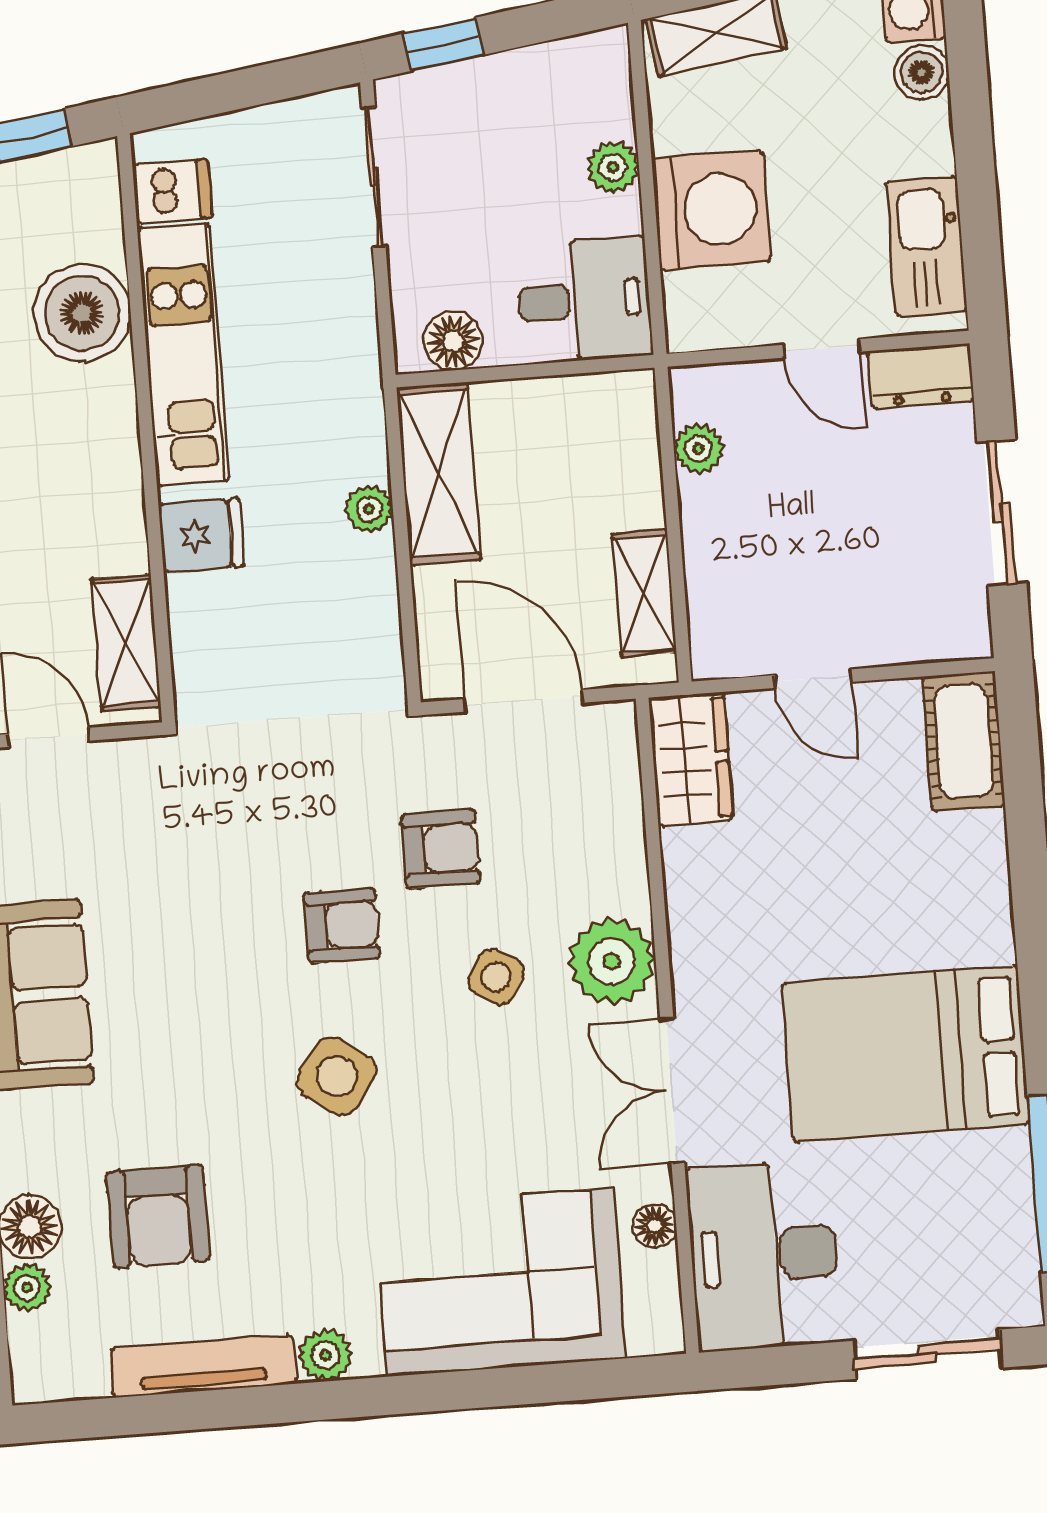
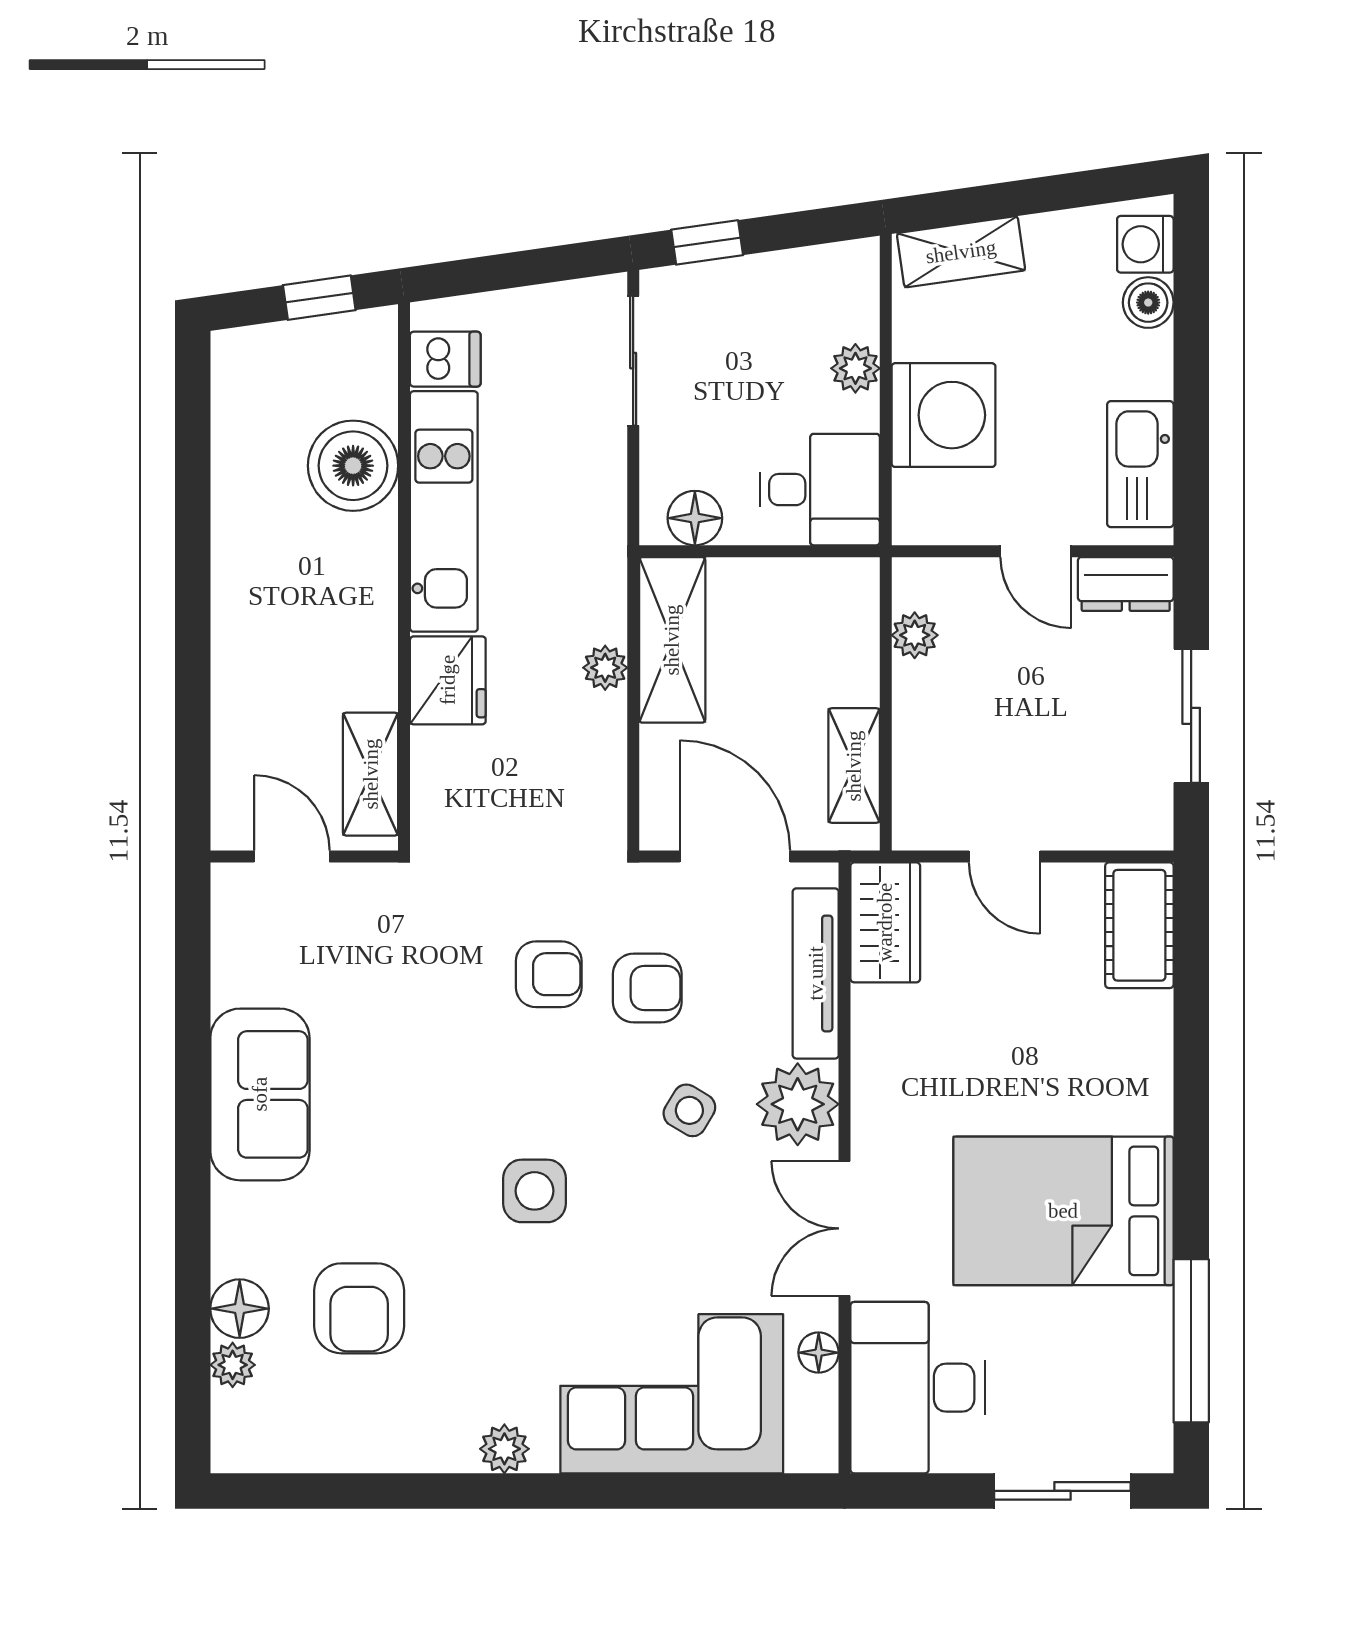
fridge: (201, 535) -> (448, 680), width x1.38
armchair: (342, 926) -> (549, 974), moved
side table: (337, 1076) -> (535, 1191), turned -36
tv unit: (203, 1366) -> (816, 973), moved, turned -90

